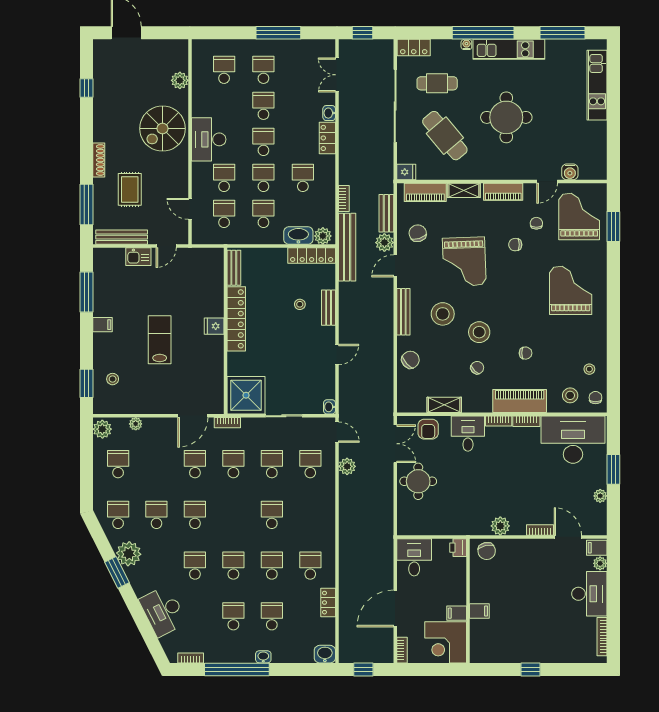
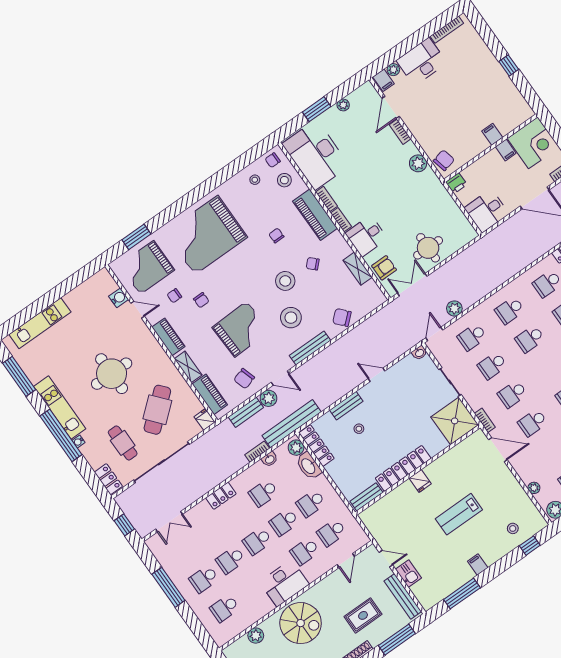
washbasin: (329, 113) -> (270, 459), moved
grand piano: (571, 290) -> (206, 235), width x1.37, depth x1.48
window: (86, 383) -> (530, 546), width x0.67
school desk: (310, 515) -> (510, 310), added

